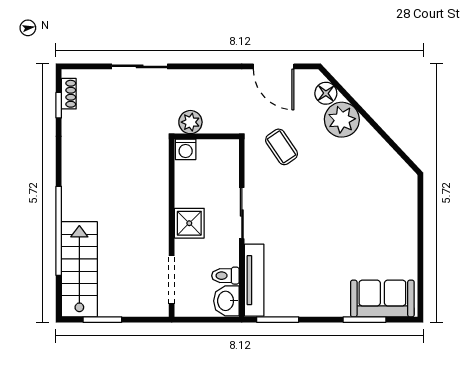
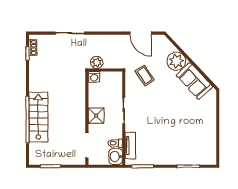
floor lamp: (326, 93) -> (168, 47), removed
stairs: (79, 269) -> (38, 117), moved
tv unit: (254, 280) -> (130, 146), width x0.71
sofa: (382, 299) -> (194, 81), moved, turned -133

